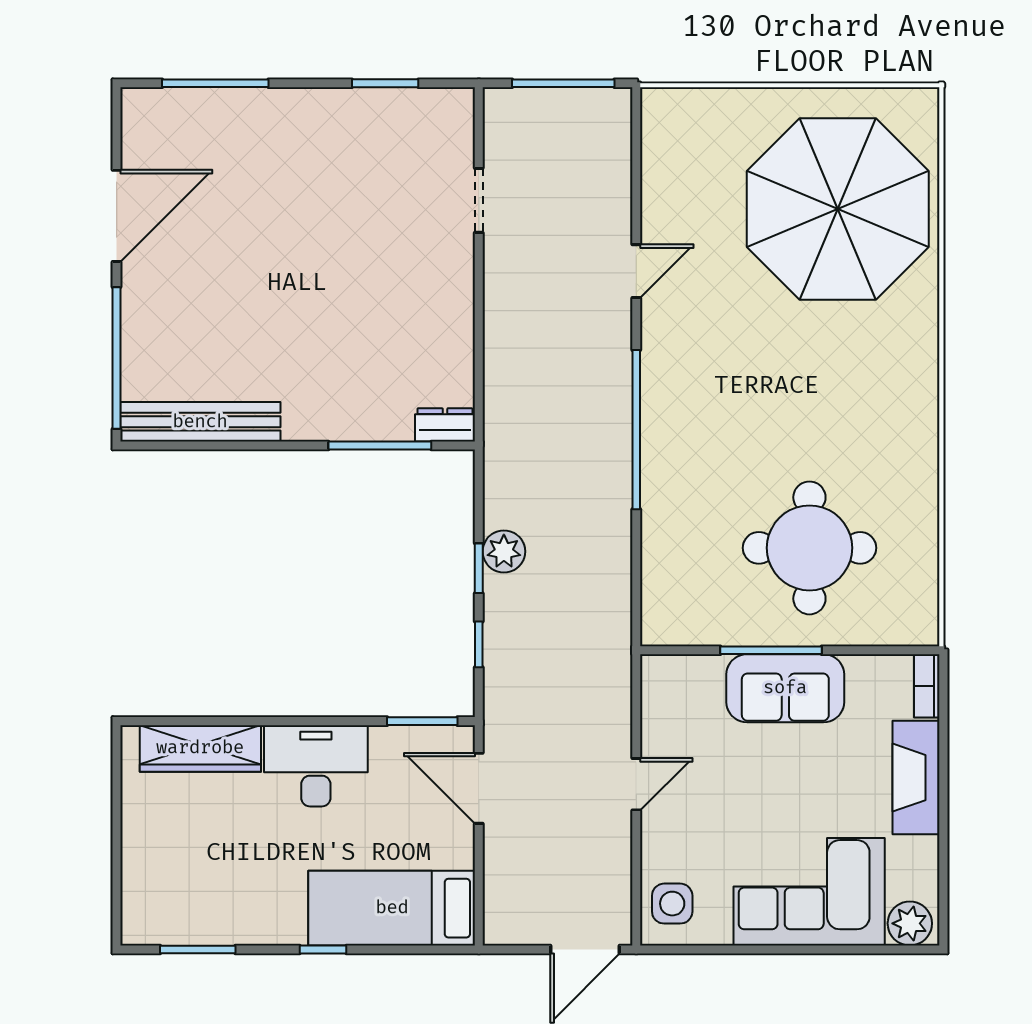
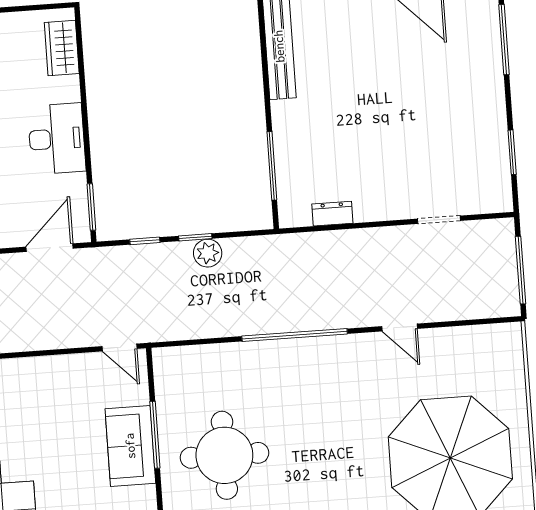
dresser: (445, 425) -> (332, 214), moved, turned -90
wardrobe: (200, 748) -> (62, 48), width x0.67
door: (636, 784) -> (119, 348), moved

